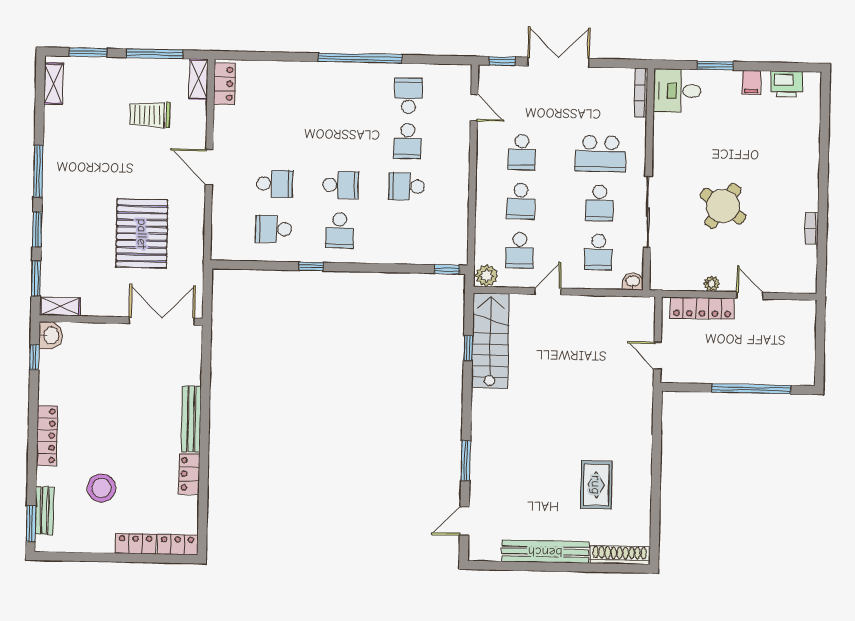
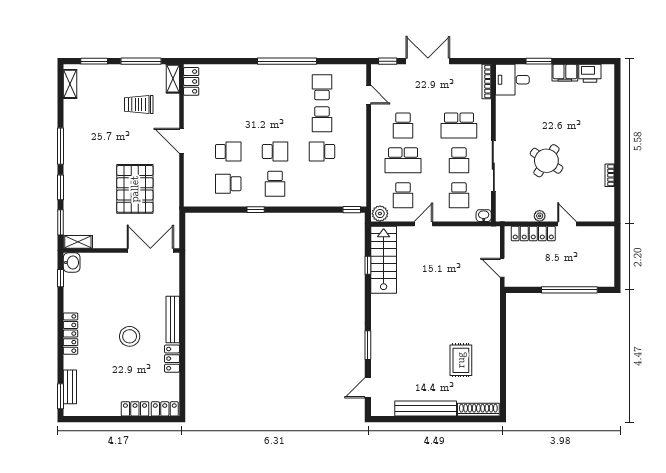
filing cabinet: (751, 82) -> (565, 73), width x2.00
school desk: (521, 201) -> (403, 160), width x1.85
stool: (101, 488) -> (130, 336), moved

